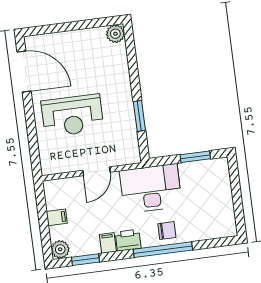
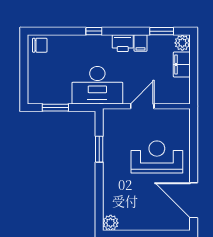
filing cabinet: (57, 217) -> (182, 65), width x2.00
chair: (167, 231) -> (40, 45), moved, turned 180
window: (163, 250) -> (94, 31), width x0.32

